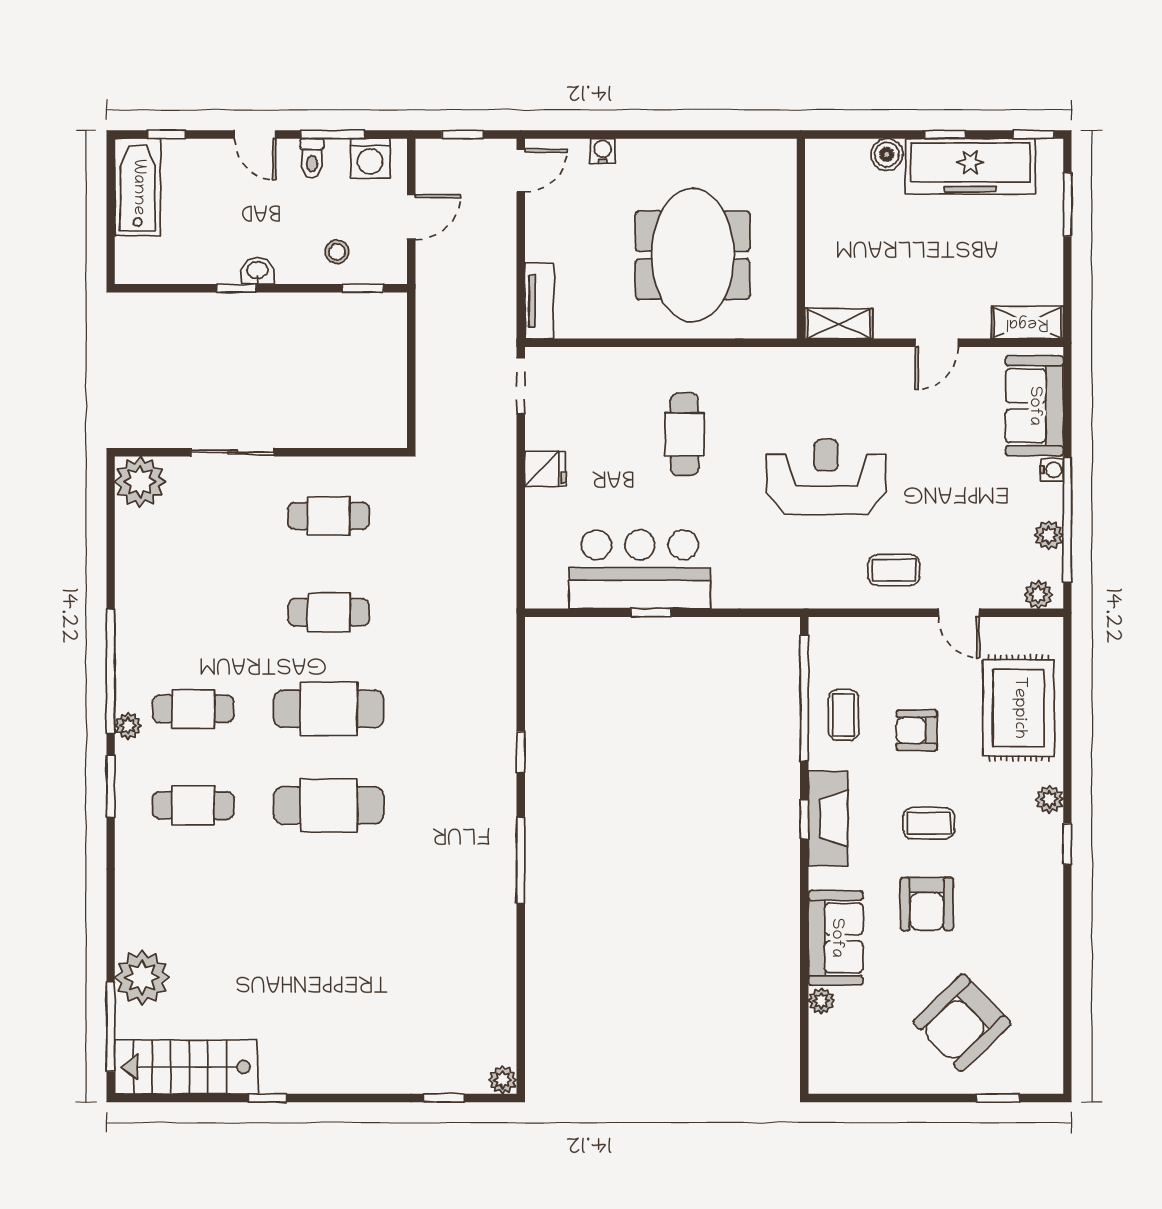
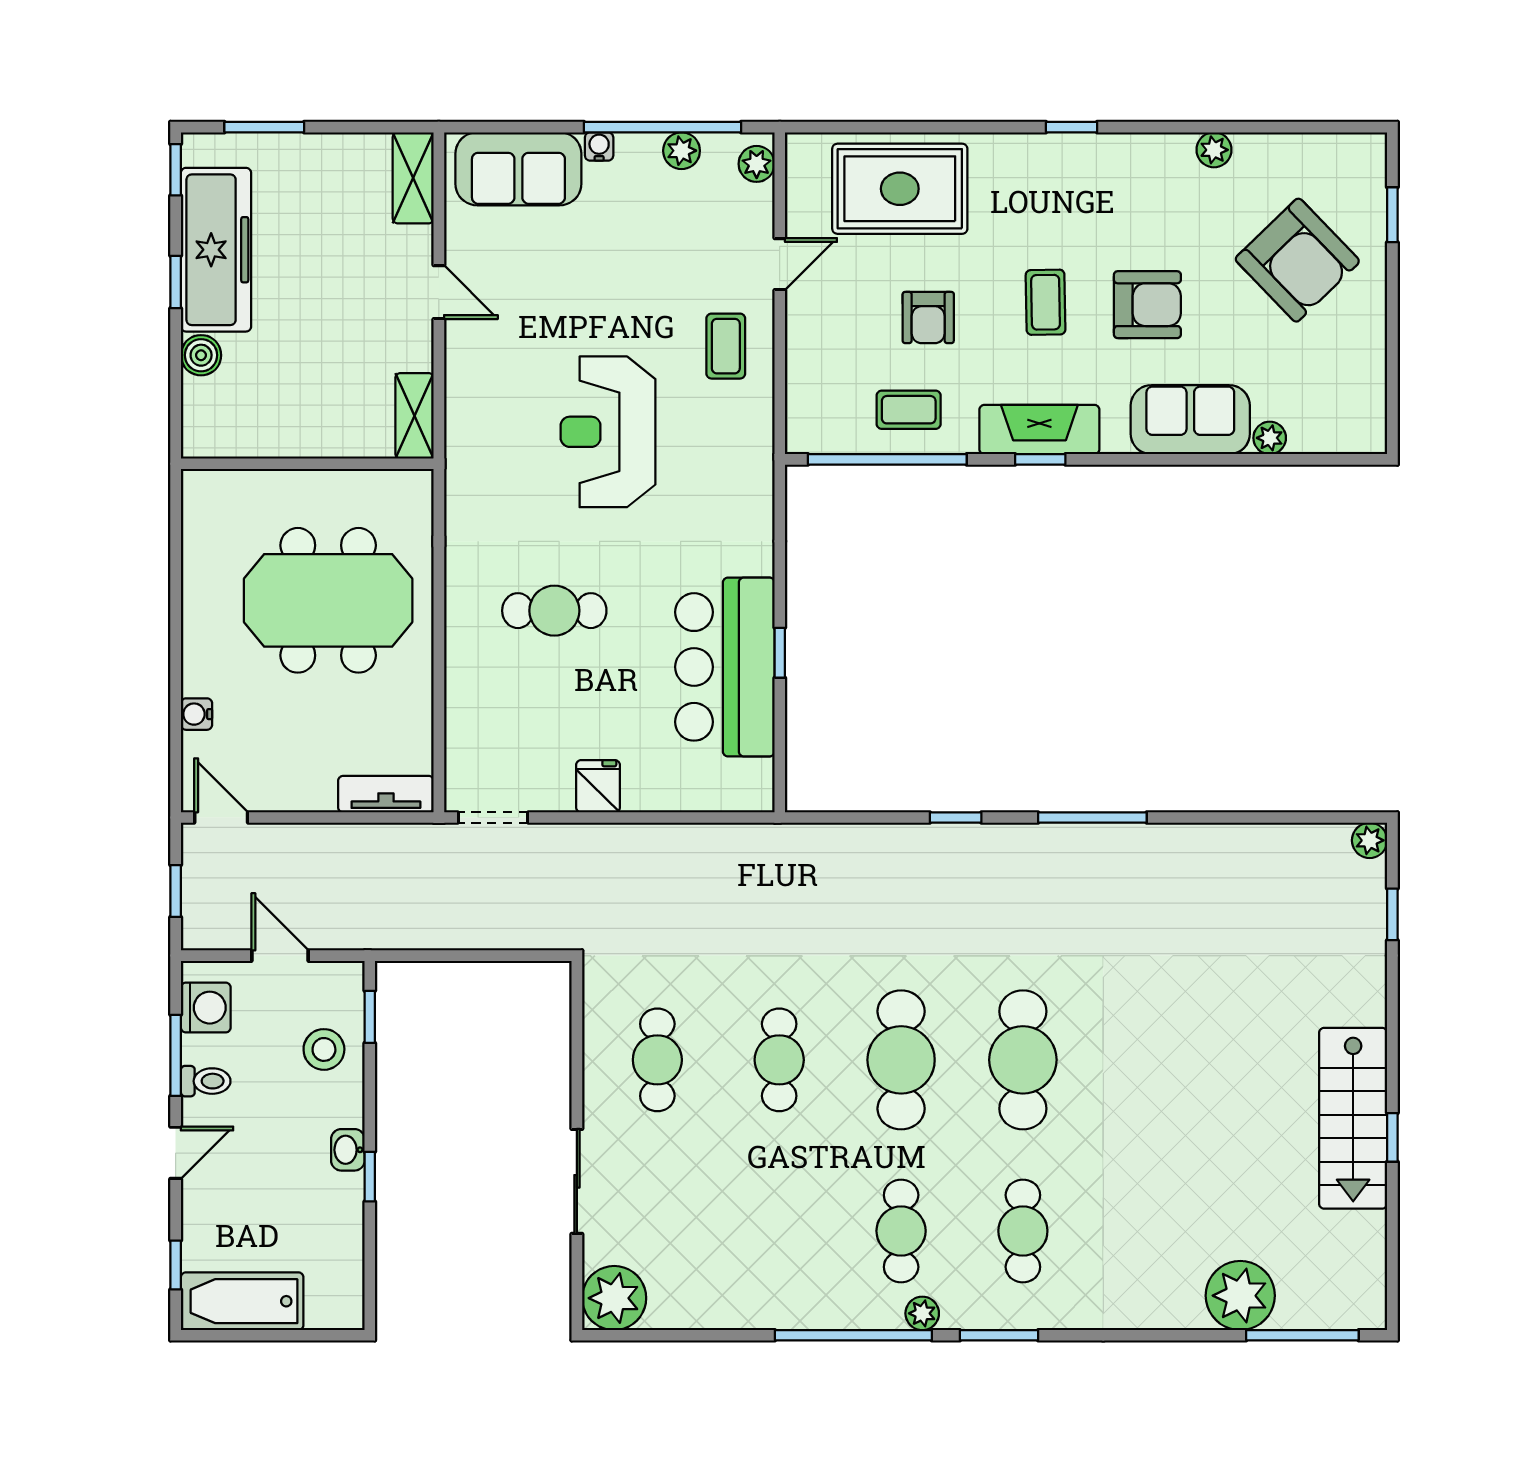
stool: (337, 252) -> (324, 1049), width x1.37, depth x1.37
plant: (1049, 799) -> (1214, 150), moved
stairs: (186, 1067) -> (1353, 1118), moved

